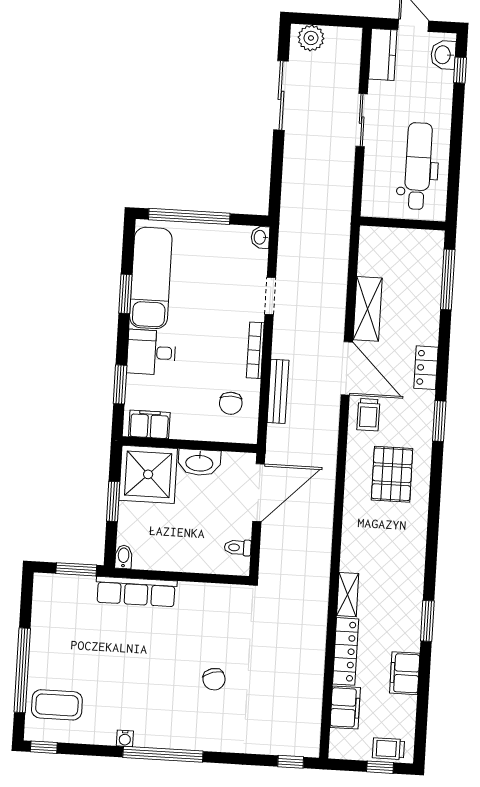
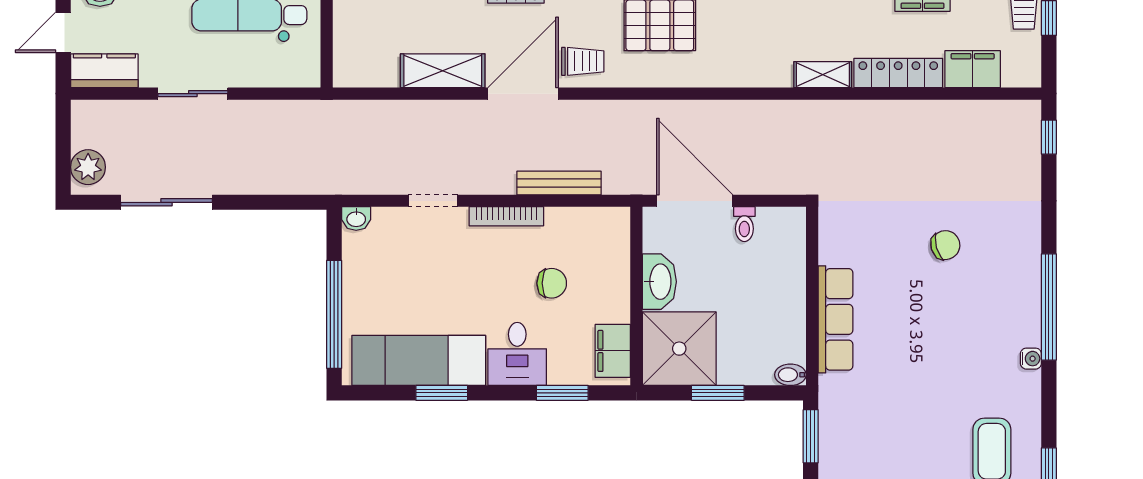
chair: (231, 403) -> (552, 283), moved
toilet: (238, 548) -> (744, 224), moved
row of seats: (136, 592) -> (835, 319), moved

